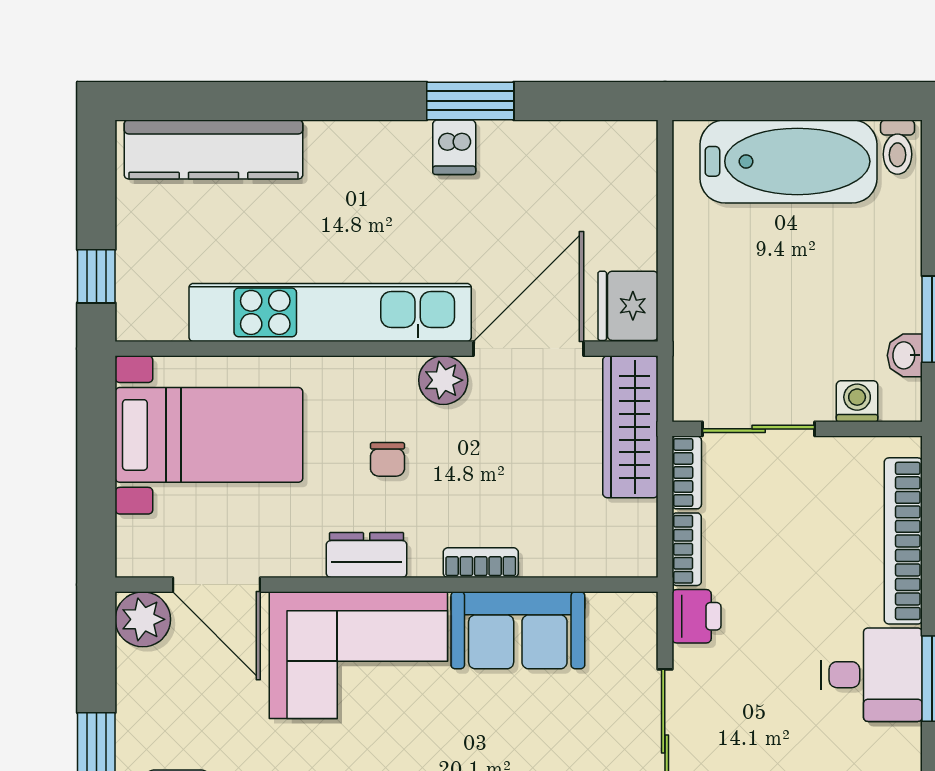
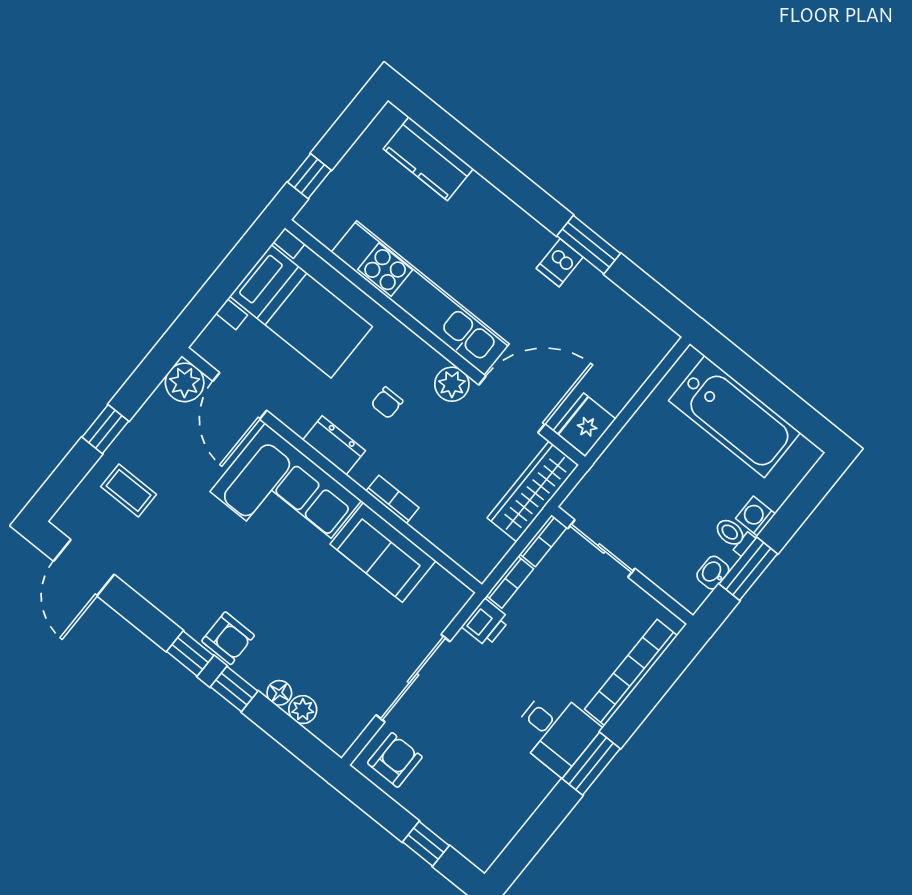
toilet: (897, 147) -> (734, 535), moved, turned 90
kitchen counter: (213, 149) -> (428, 159), width x0.67
washing machine: (857, 401) -> (756, 516), moved, turned -90

